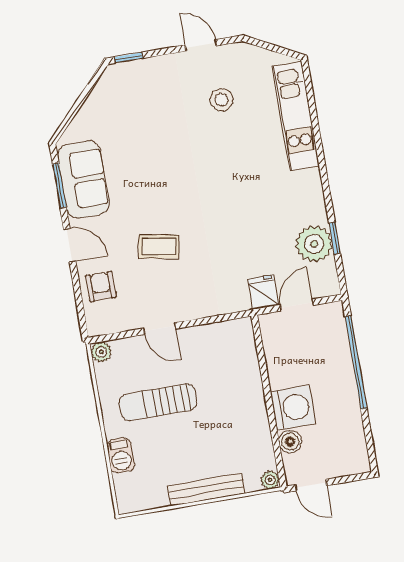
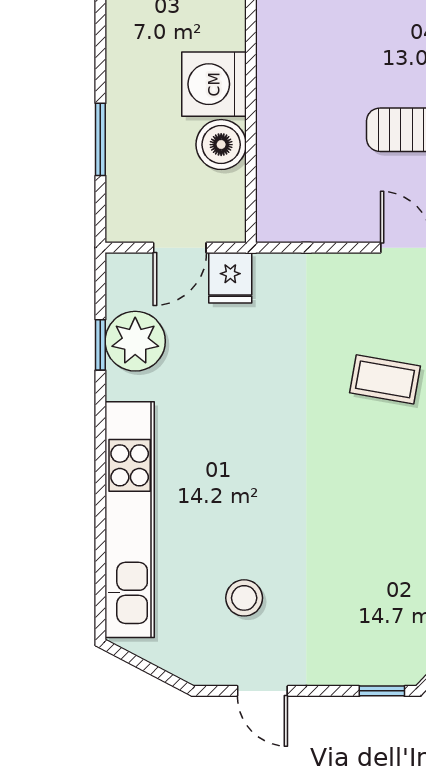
kitchen unit: (296, 116) -> (130, 520), width x1.36
window: (356, 362) -> (100, 139), width x0.47
boiler: (290, 442) -> (221, 145), moved, width x1.36, depth x1.36

